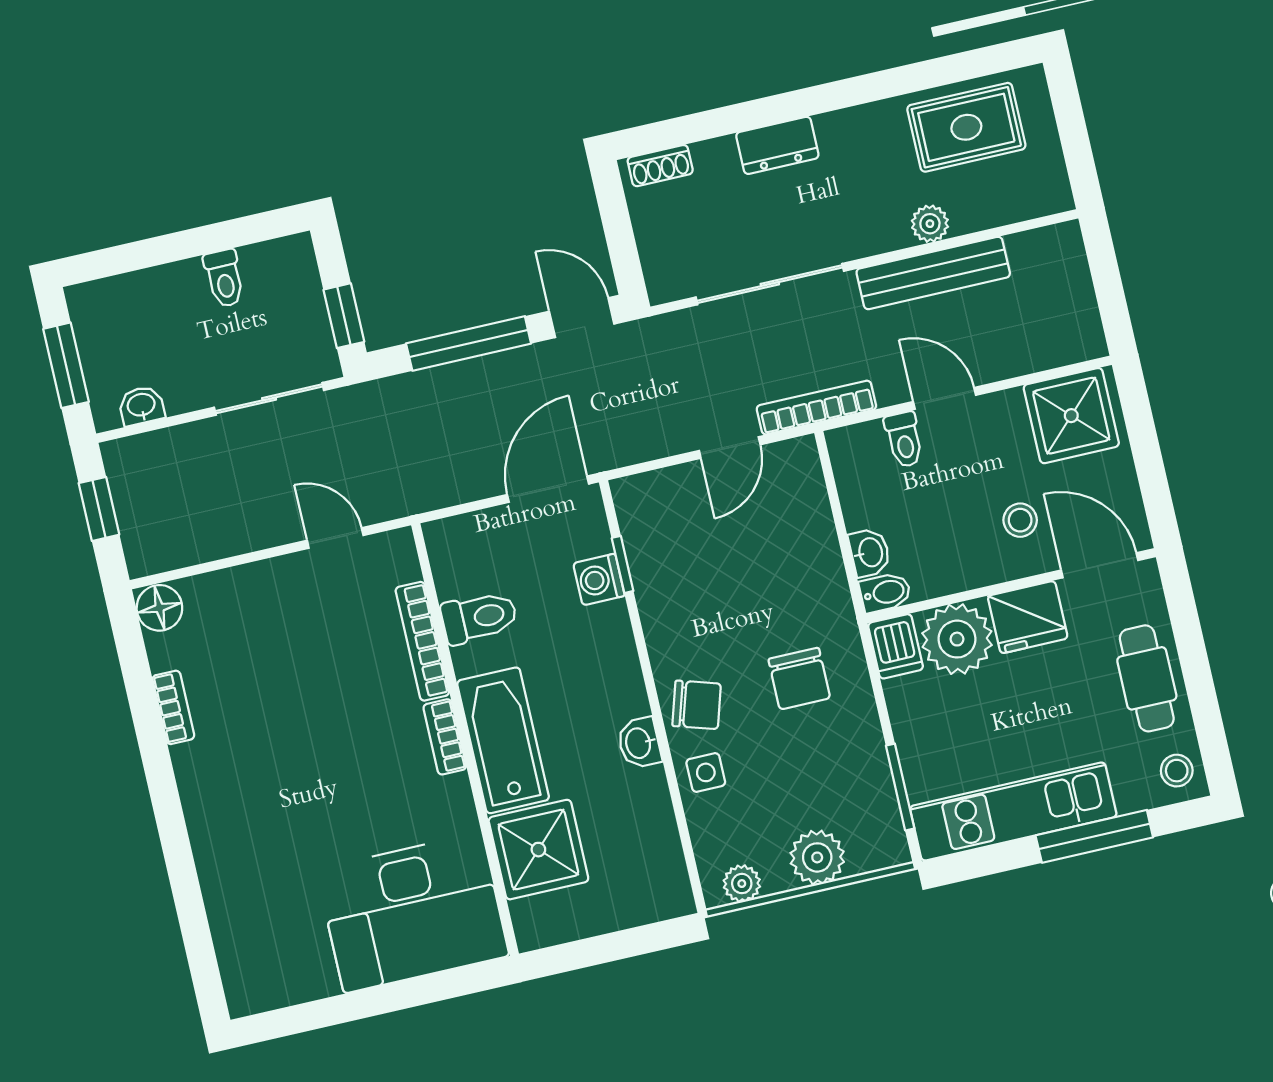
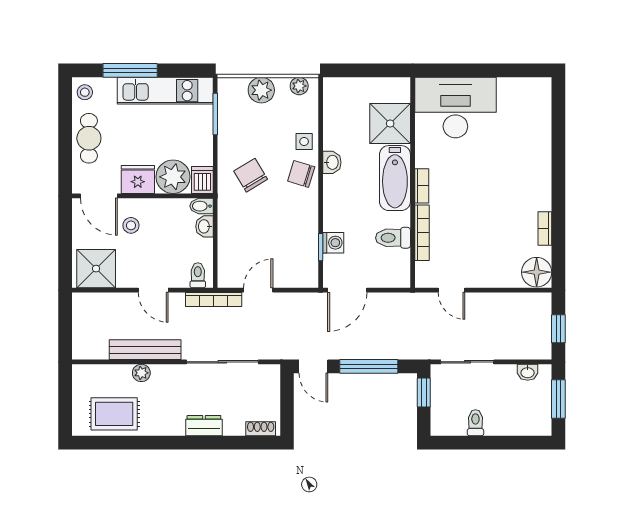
toilet: (904, 440) -> (198, 275), moved
floor lamp: (159, 608) -> (537, 272), width x1.38, depth x1.38
chair: (799, 679) -> (251, 175), turned -31

